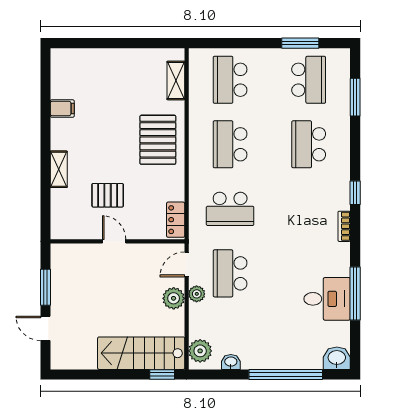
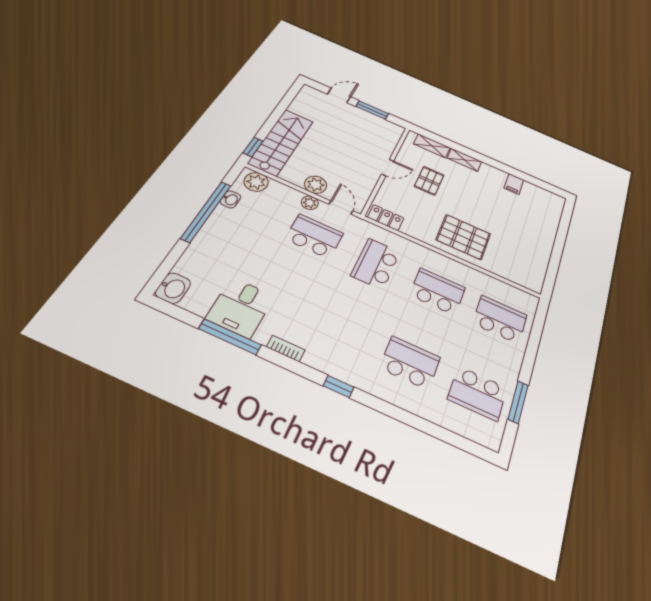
shelving: (176, 80) -> (432, 146), moved
window: (355, 97) -> (443, 434), removed
bookcase: (344, 226) -> (286, 348), moved
window: (286, 374) -> (206, 211), moved

